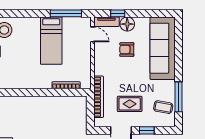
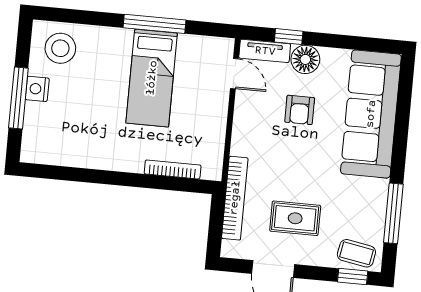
window: (66, 13) -> (154, 24), moved
armchair: (127, 50) -> (300, 110), turned -90
coffee table: (163, 107) -> (356, 253), moved
window: (147, 130) -> (353, 277), moved

